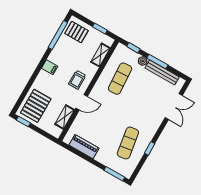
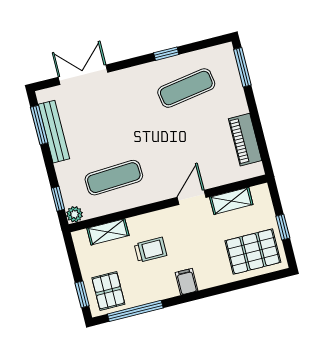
window: (100, 28) -> (82, 294), moved
plant: (143, 61) -> (74, 214), moved
window: (157, 61) -> (39, 125), moved
trolley: (77, 80) -> (150, 250), moved
door: (82, 102) -> (192, 197), hinge flipped
window: (23, 121) -> (283, 227), moved

